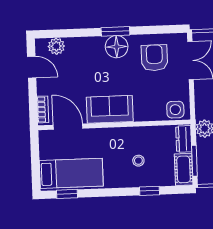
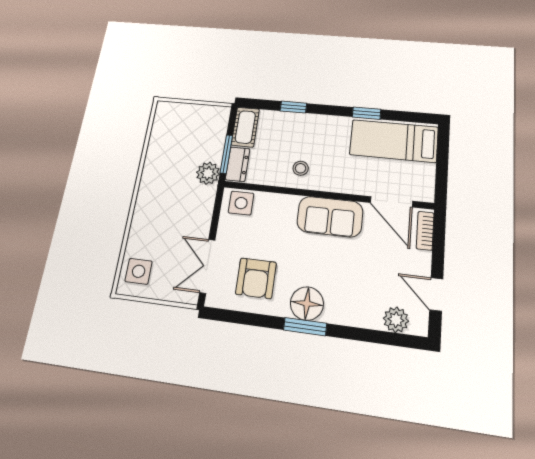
stool: (138, 161) -> (301, 168), moved
window: (194, 161) -> (226, 154), moved
window: (67, 194) -> (367, 113), moved

